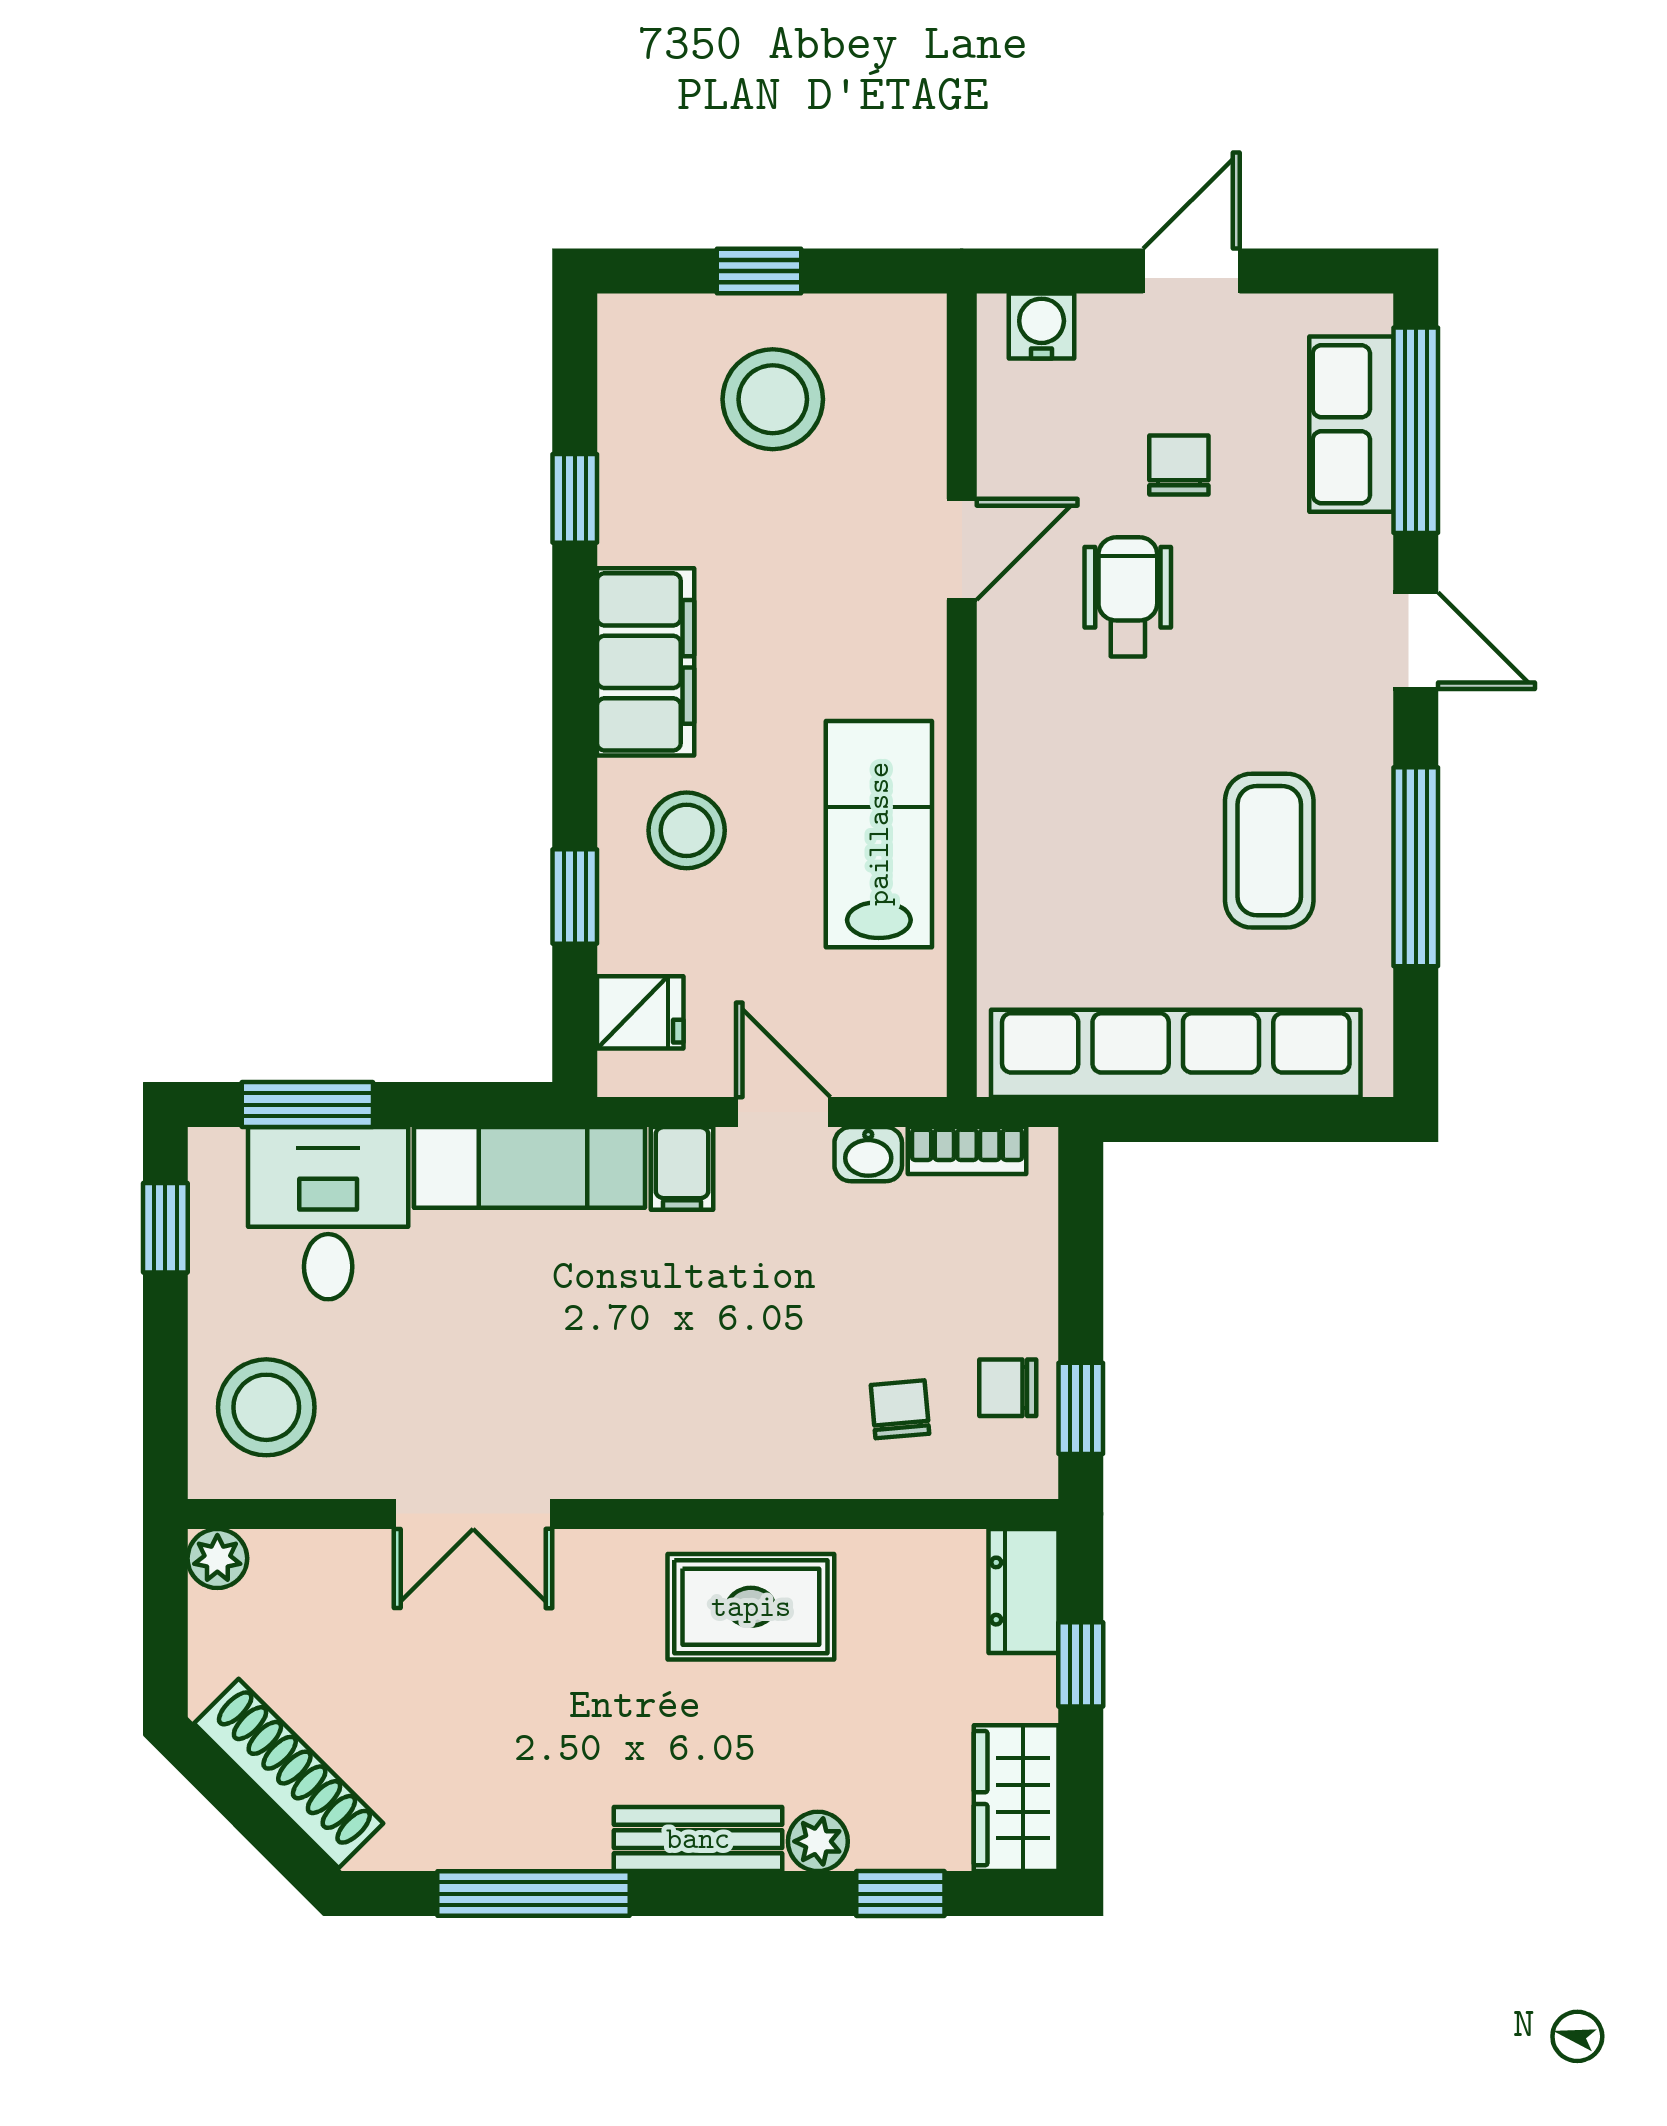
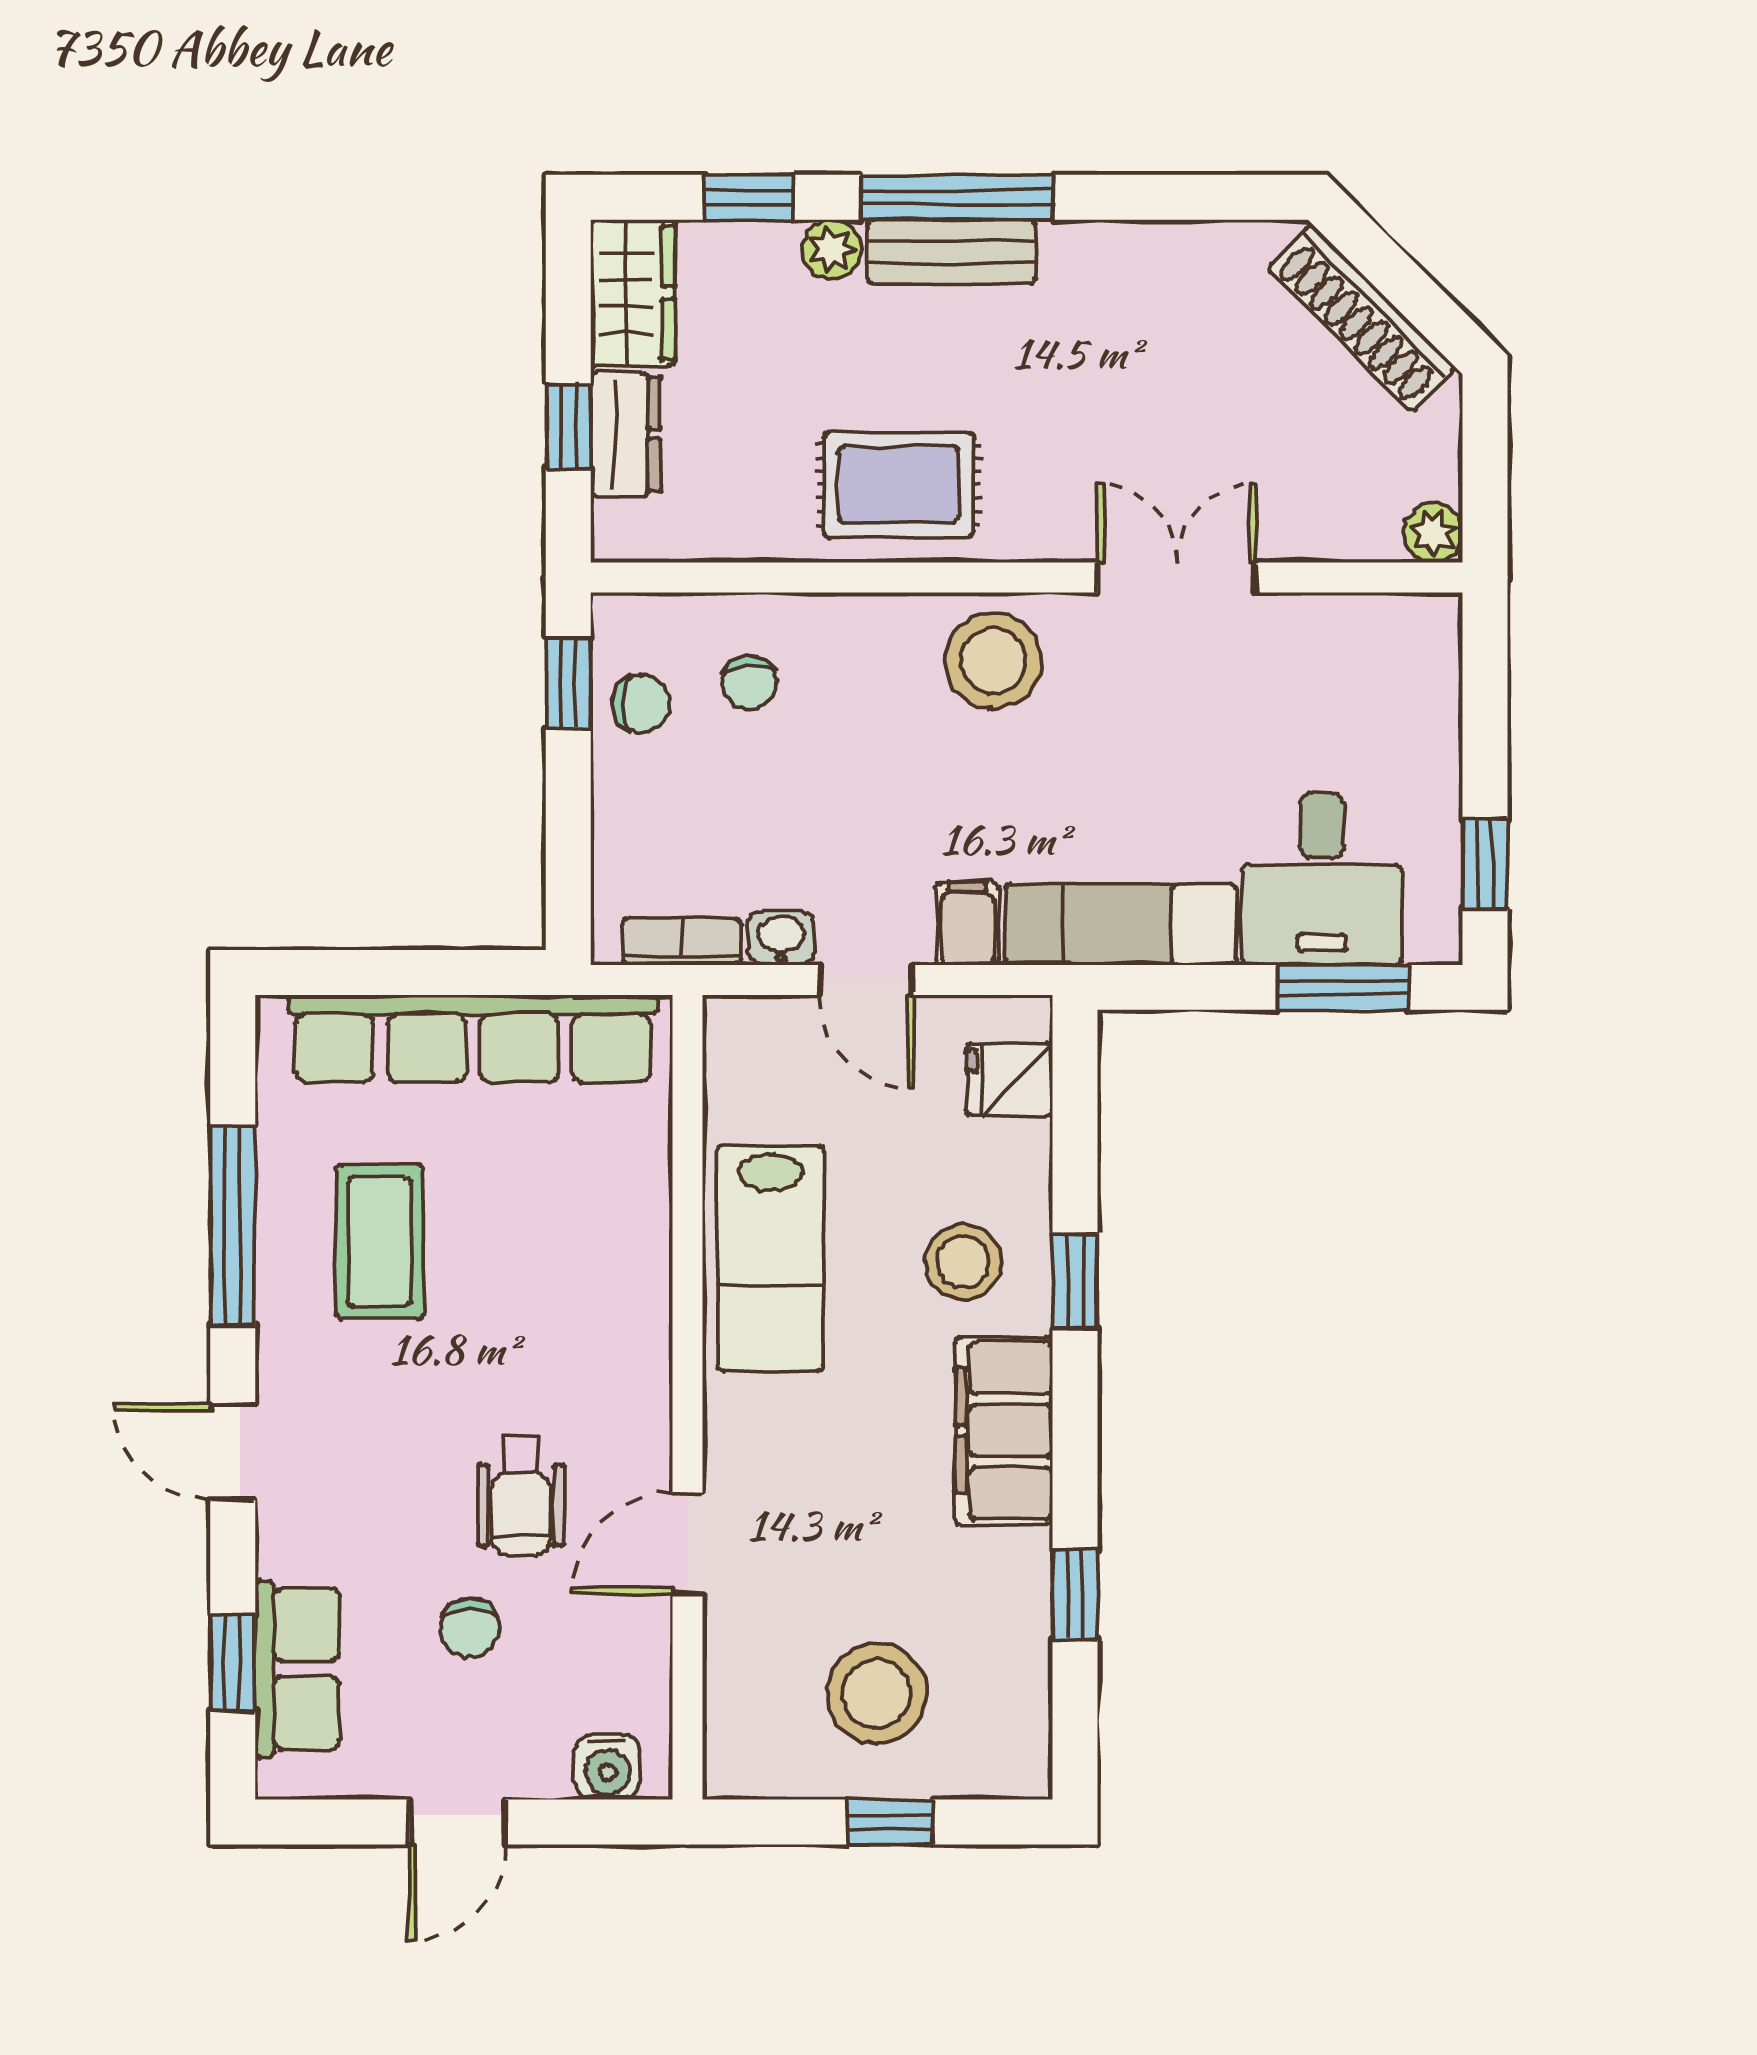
window: (1416, 430) -> (233, 1663), width x0.46
window: (575, 896) -> (1075, 1281), moved
stool: (266, 1407) -> (993, 660), moved
dresser: (1023, 1591) -> (626, 434), moved
window: (533, 1894) -> (957, 197), moved

